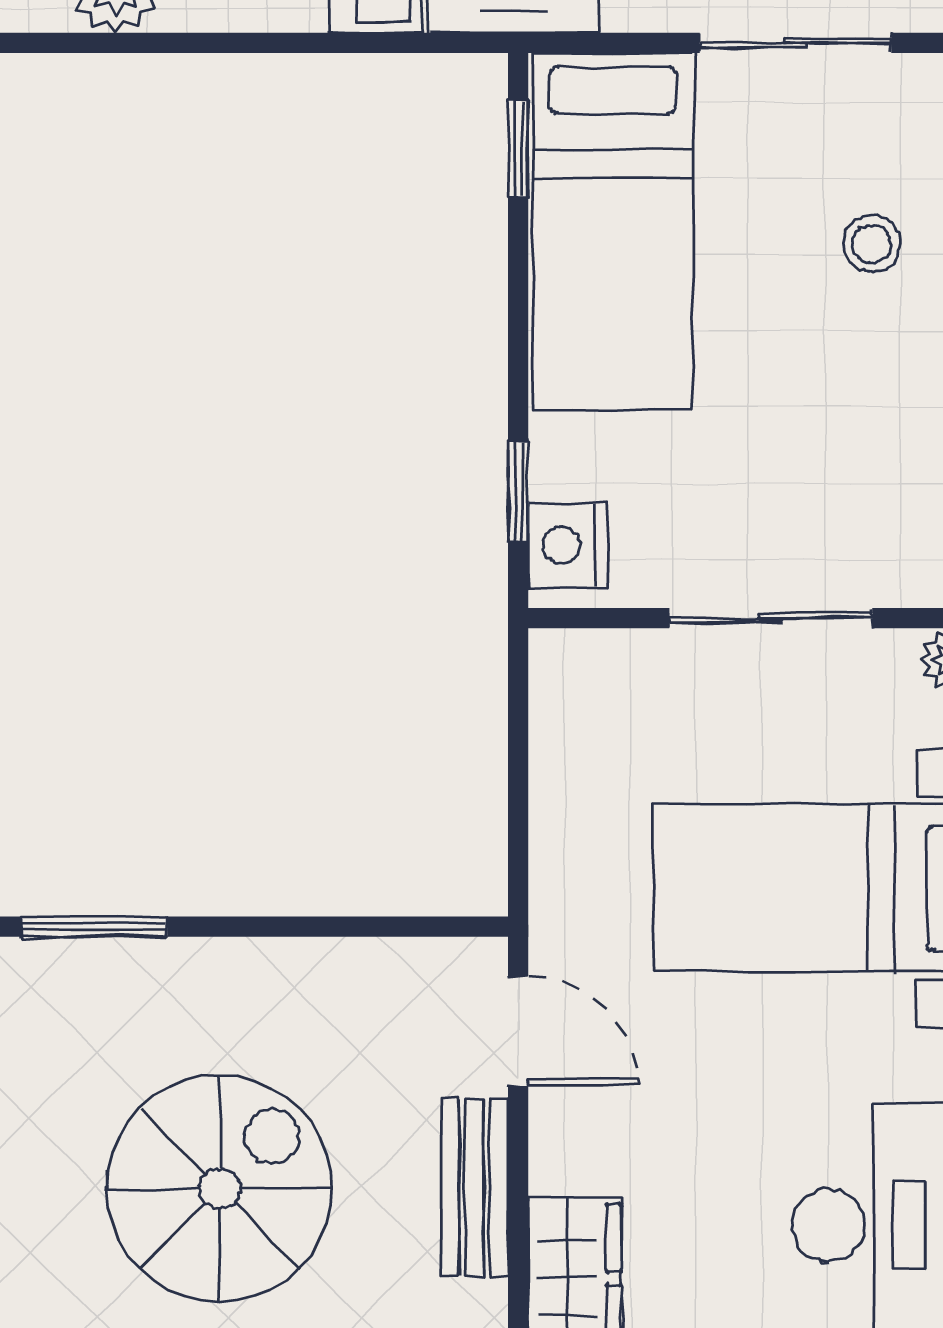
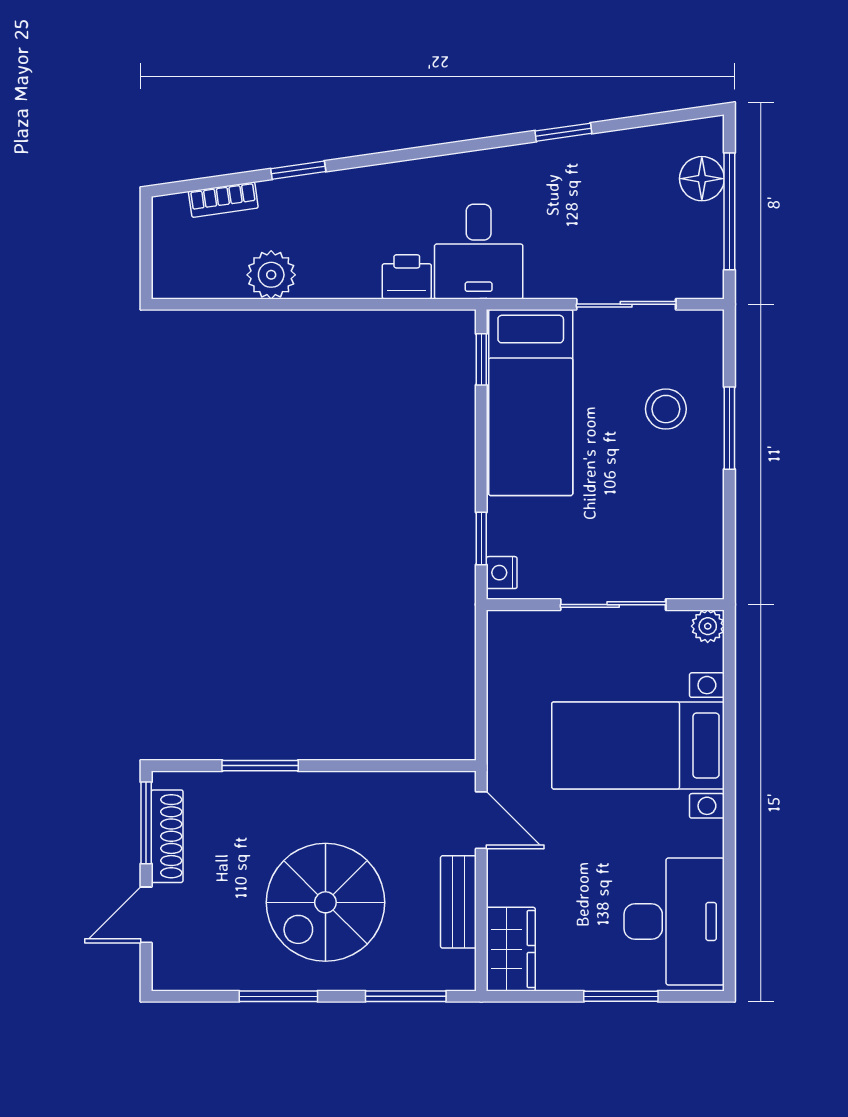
stool: (872, 244) -> (666, 409), width x1.37, depth x1.37
nightstand: (568, 545) -> (502, 573), width x0.72, depth x0.74
spiral stairs: (220, 1189) -> (325, 902), turned 180

